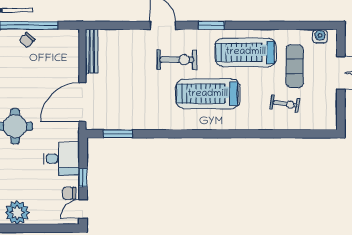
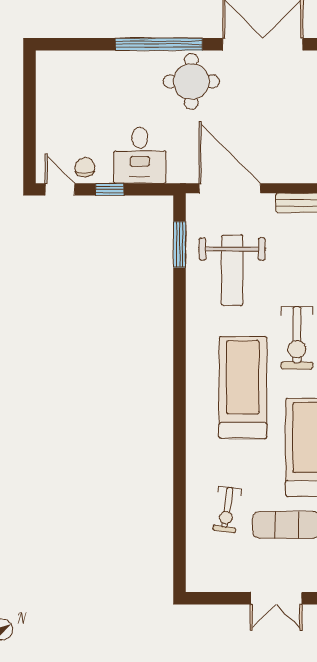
weight bench: (134, 100) -> (232, 270), added
plant: (17, 213) -> (54, 85), removed

